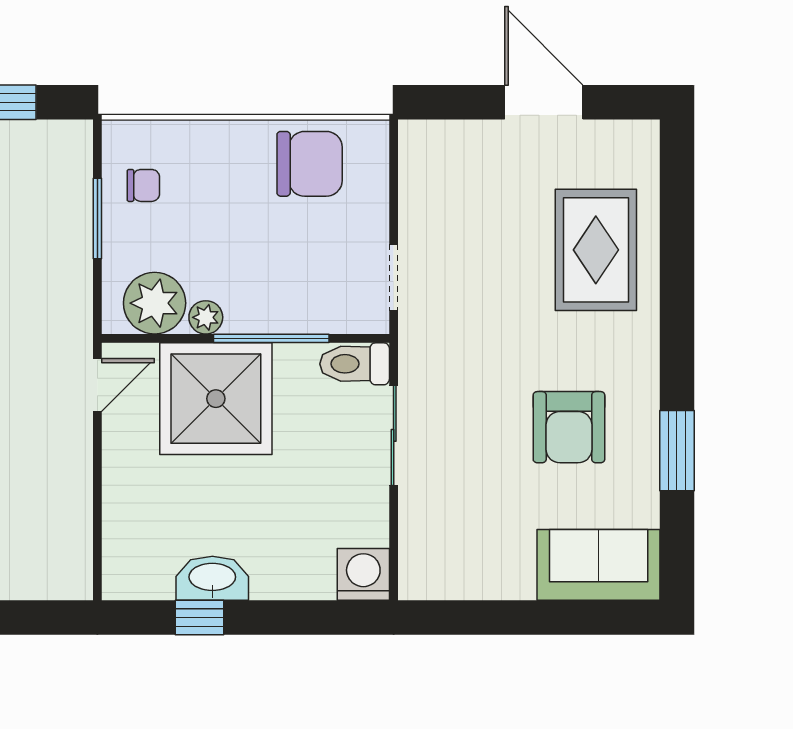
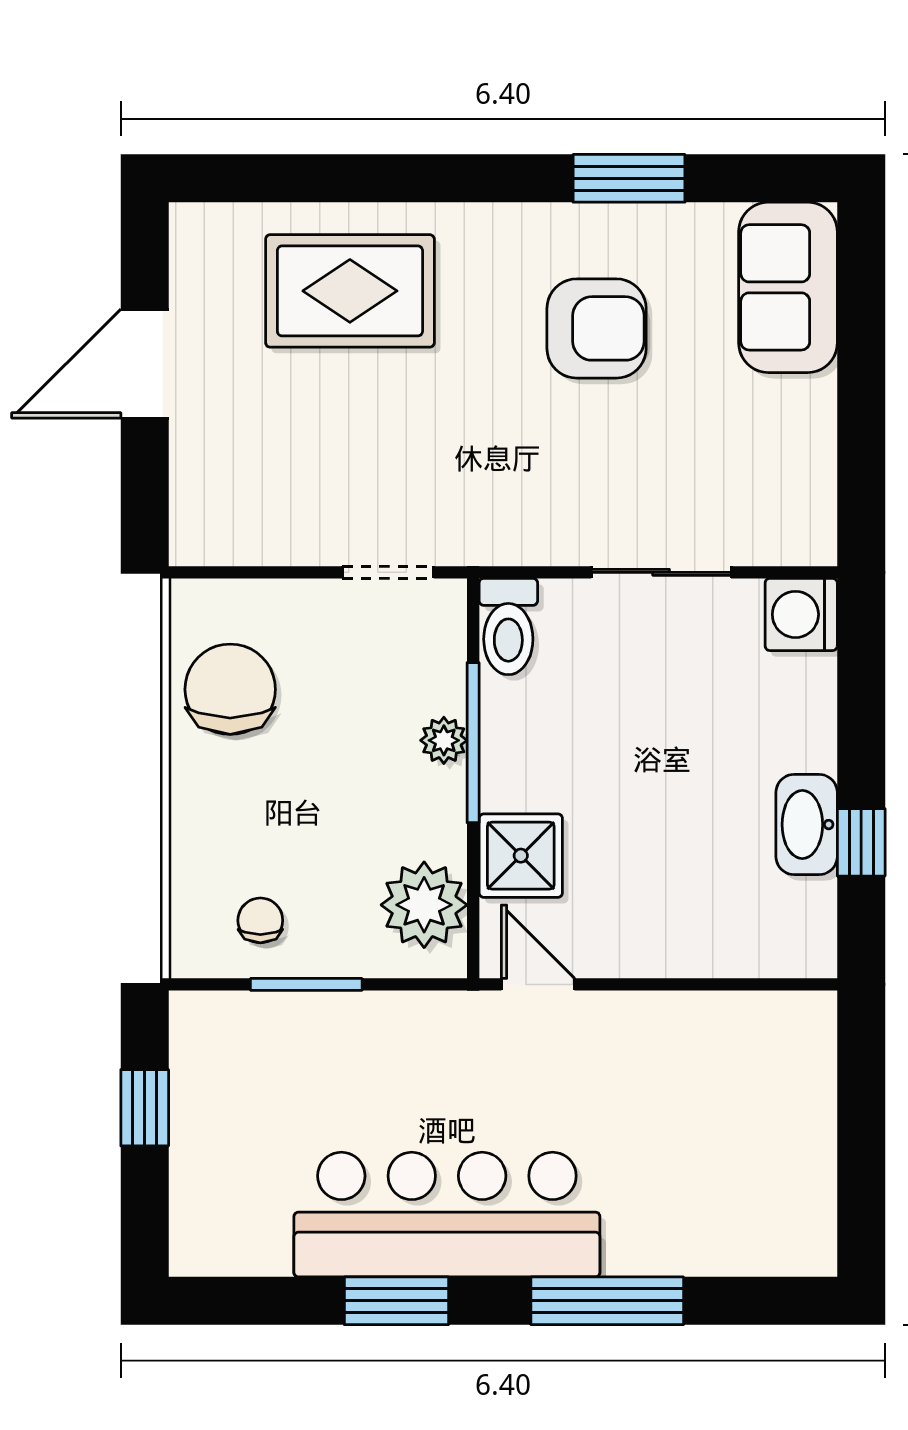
plant: (206, 317) -> (444, 740), moved
shower: (216, 399) -> (521, 856), width x0.54, depth x0.54
sliding door: (394, 435) -> (661, 572), moved

